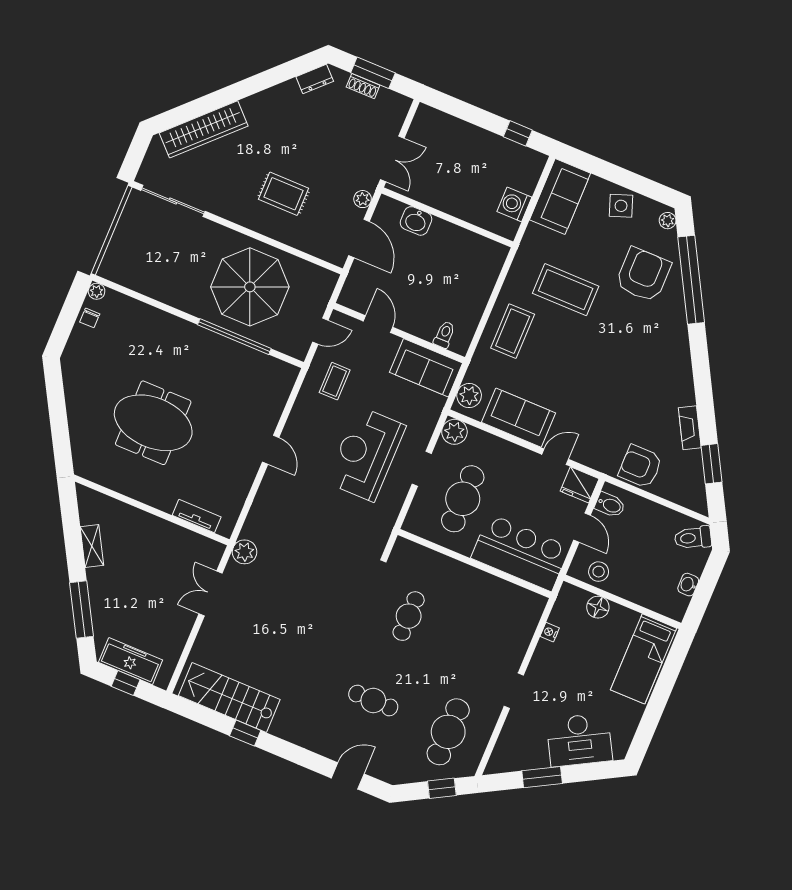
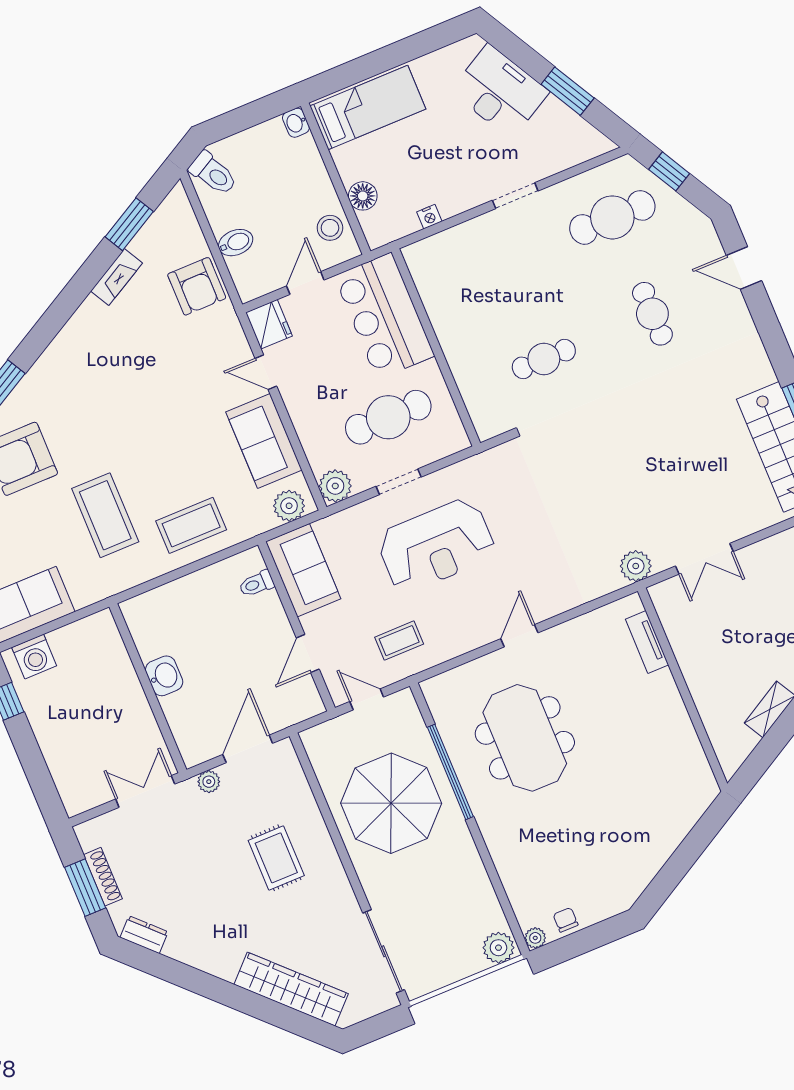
shoe rack: (363, 86) -> (103, 877), width x1.43
washing machine: (514, 204) -> (34, 657), moved
washbasin: (416, 221) -> (164, 676), moved
plant: (112, 266) -> (498, 948), added
chair: (90, 318) -> (566, 920), turned -90
meeting table: (153, 423) -> (525, 738), moved
bidet: (610, 505) -> (236, 243), moved, turned 90
washbasin: (688, 585) -> (296, 123), moved, turned 90

